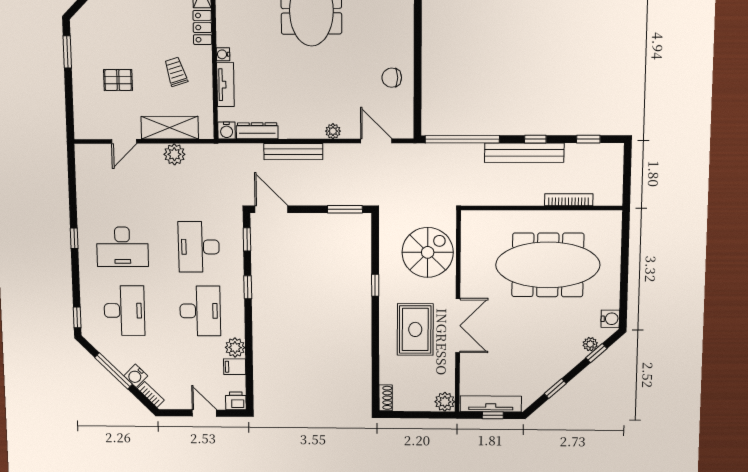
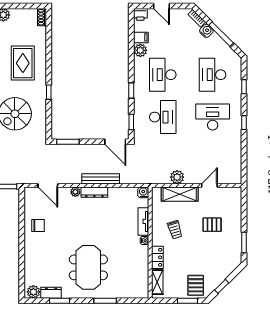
dresser: (257, 131) -> (94, 192), moved
window: (77, 317) -> (244, 87), moved

